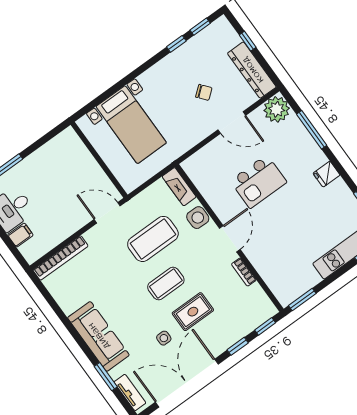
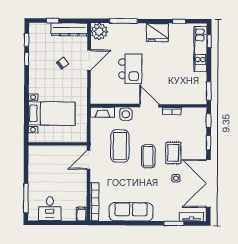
fridge: (327, 174) -> (157, 33), width x1.88, depth x1.34
filing cabinet: (20, 235) -> (81, 214), moved
sofa: (98, 336) -> (131, 212), moved

